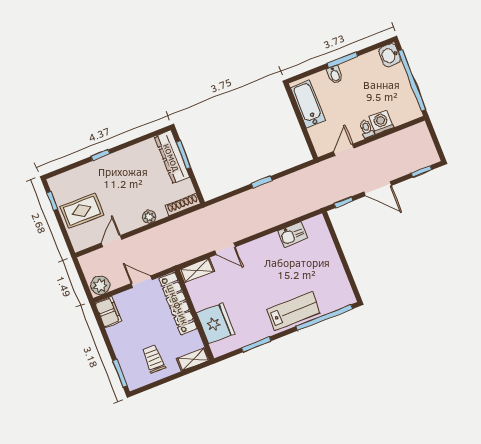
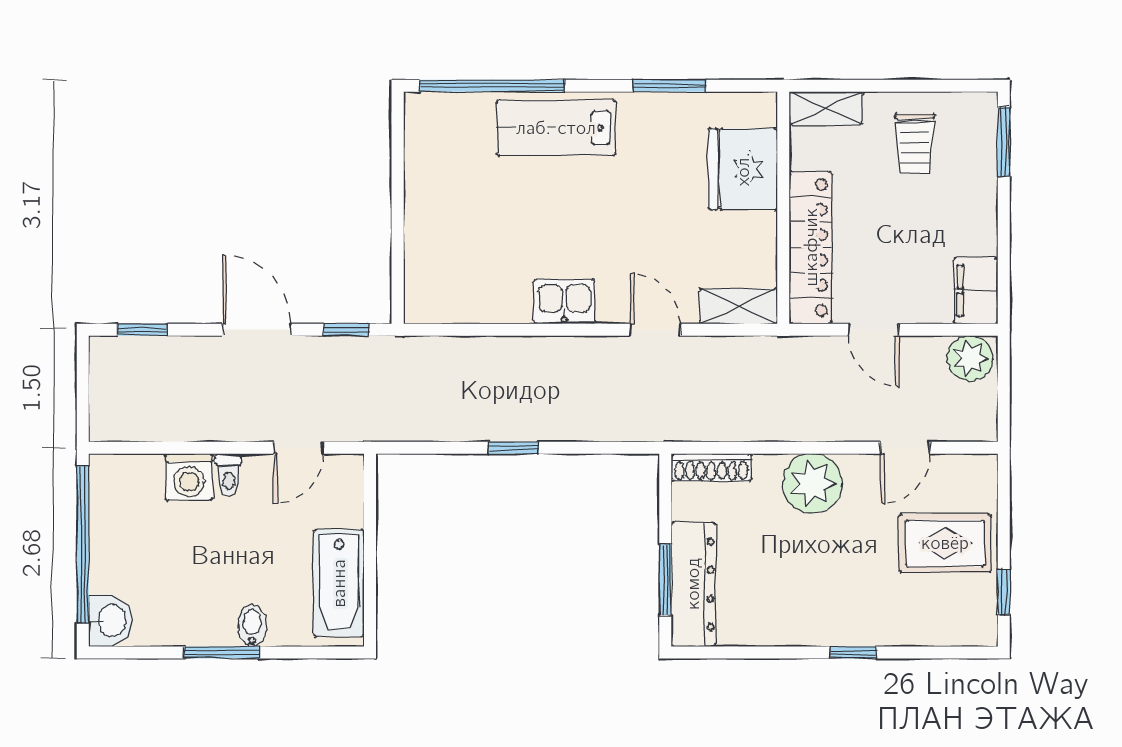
plant: (149, 217) -> (812, 483), width x1.87, depth x1.87
kitchen sink: (293, 235) -> (564, 302), moved

